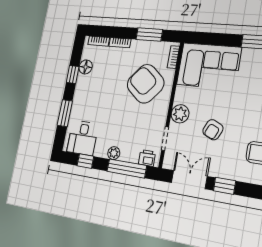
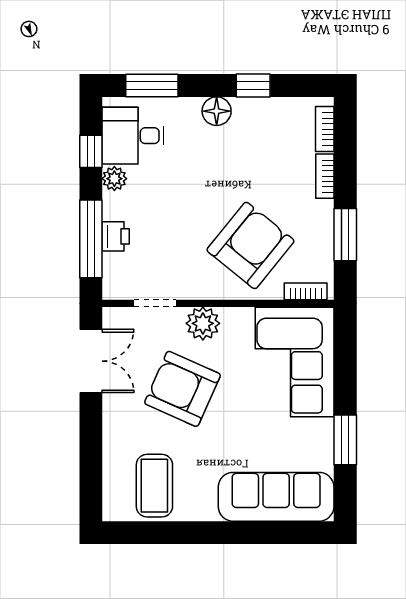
floor lamp: (86, 67) -> (217, 111), moved
window: (65, 113) -> (152, 85), moved
armchair: (213, 130) -> (183, 389), width x1.88, depth x1.88
plant: (114, 153) -> (114, 179), moved
printer: (147, 158) -> (116, 236), moved
window: (224, 186) -> (91, 425), removed

